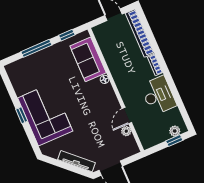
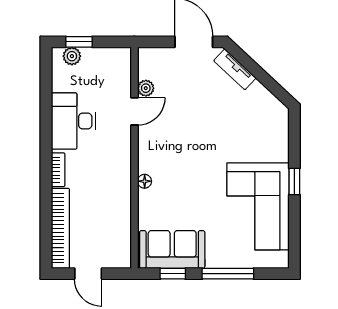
sofa: (88, 59) -> (172, 249), moved, turned -90
corner sofa: (45, 114) -> (258, 206), moved
tv unit: (77, 161) -> (235, 69), width x0.71

